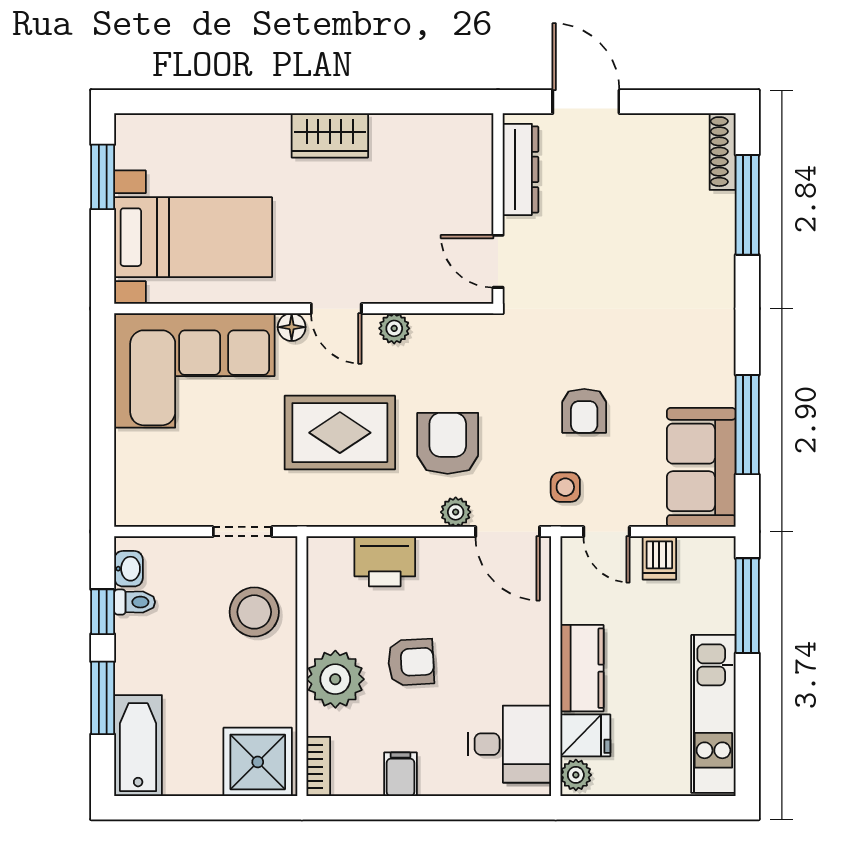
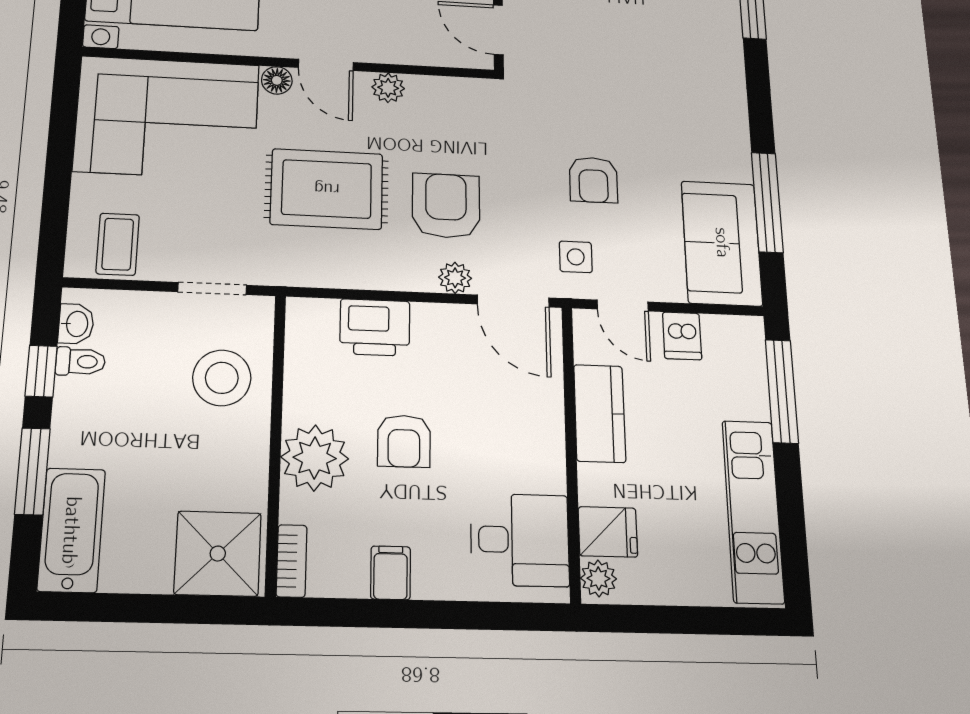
coffee table: (159, 494) -> (118, 244), added
armchair: (411, 662) -> (404, 441), turned 93
kitchen counter: (582, 668) -> (600, 413), moved

